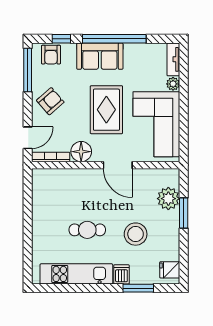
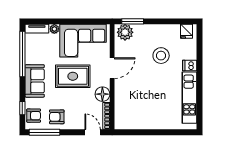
window: (114, 39) -> (22, 54), moved
armchair: (50, 101) -> (57, 117), moved, turned -49
plant: (168, 199) -> (125, 32), moved
window: (184, 213) -> (133, 21), moved
cafe table: (87, 230) -> (158, 90), removed
window: (138, 288) -> (199, 54), removed

